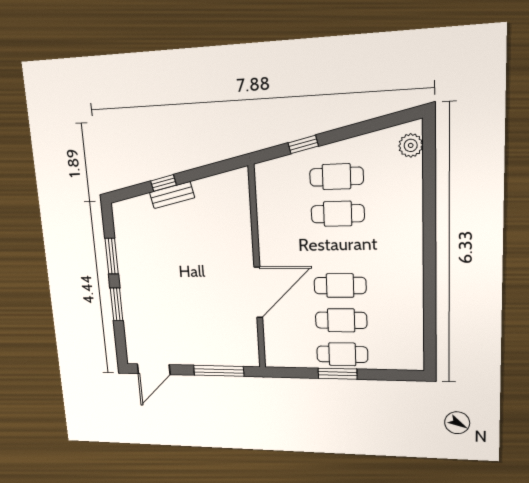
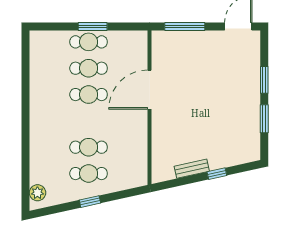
window: (303, 144) -> (90, 202), moved
bench: (172, 195) -> (192, 169), moved

